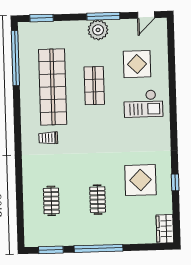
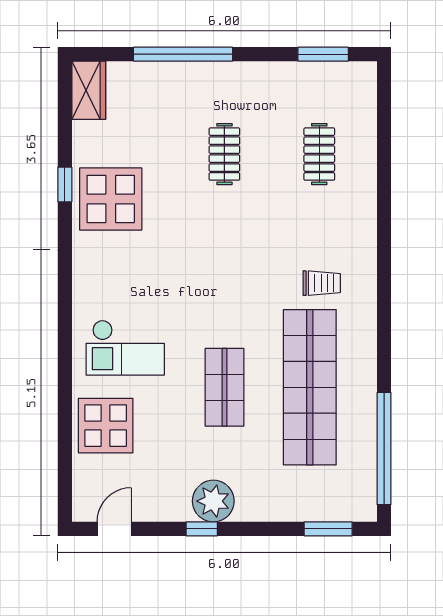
window: (103, 16) -> (202, 529), width x0.46
display table: (137, 64) -> (106, 426), moved
checkout: (143, 104) -> (125, 348), turned 180
display table: (140, 180) -> (111, 199), moved
window: (98, 248) -> (183, 54), moved

